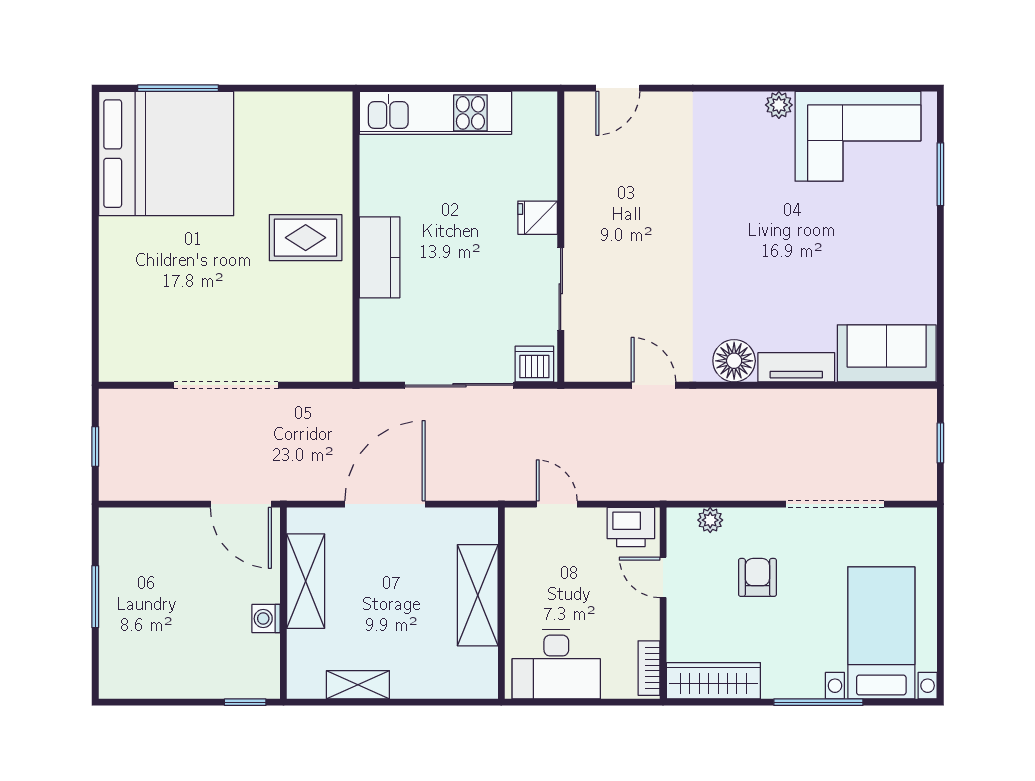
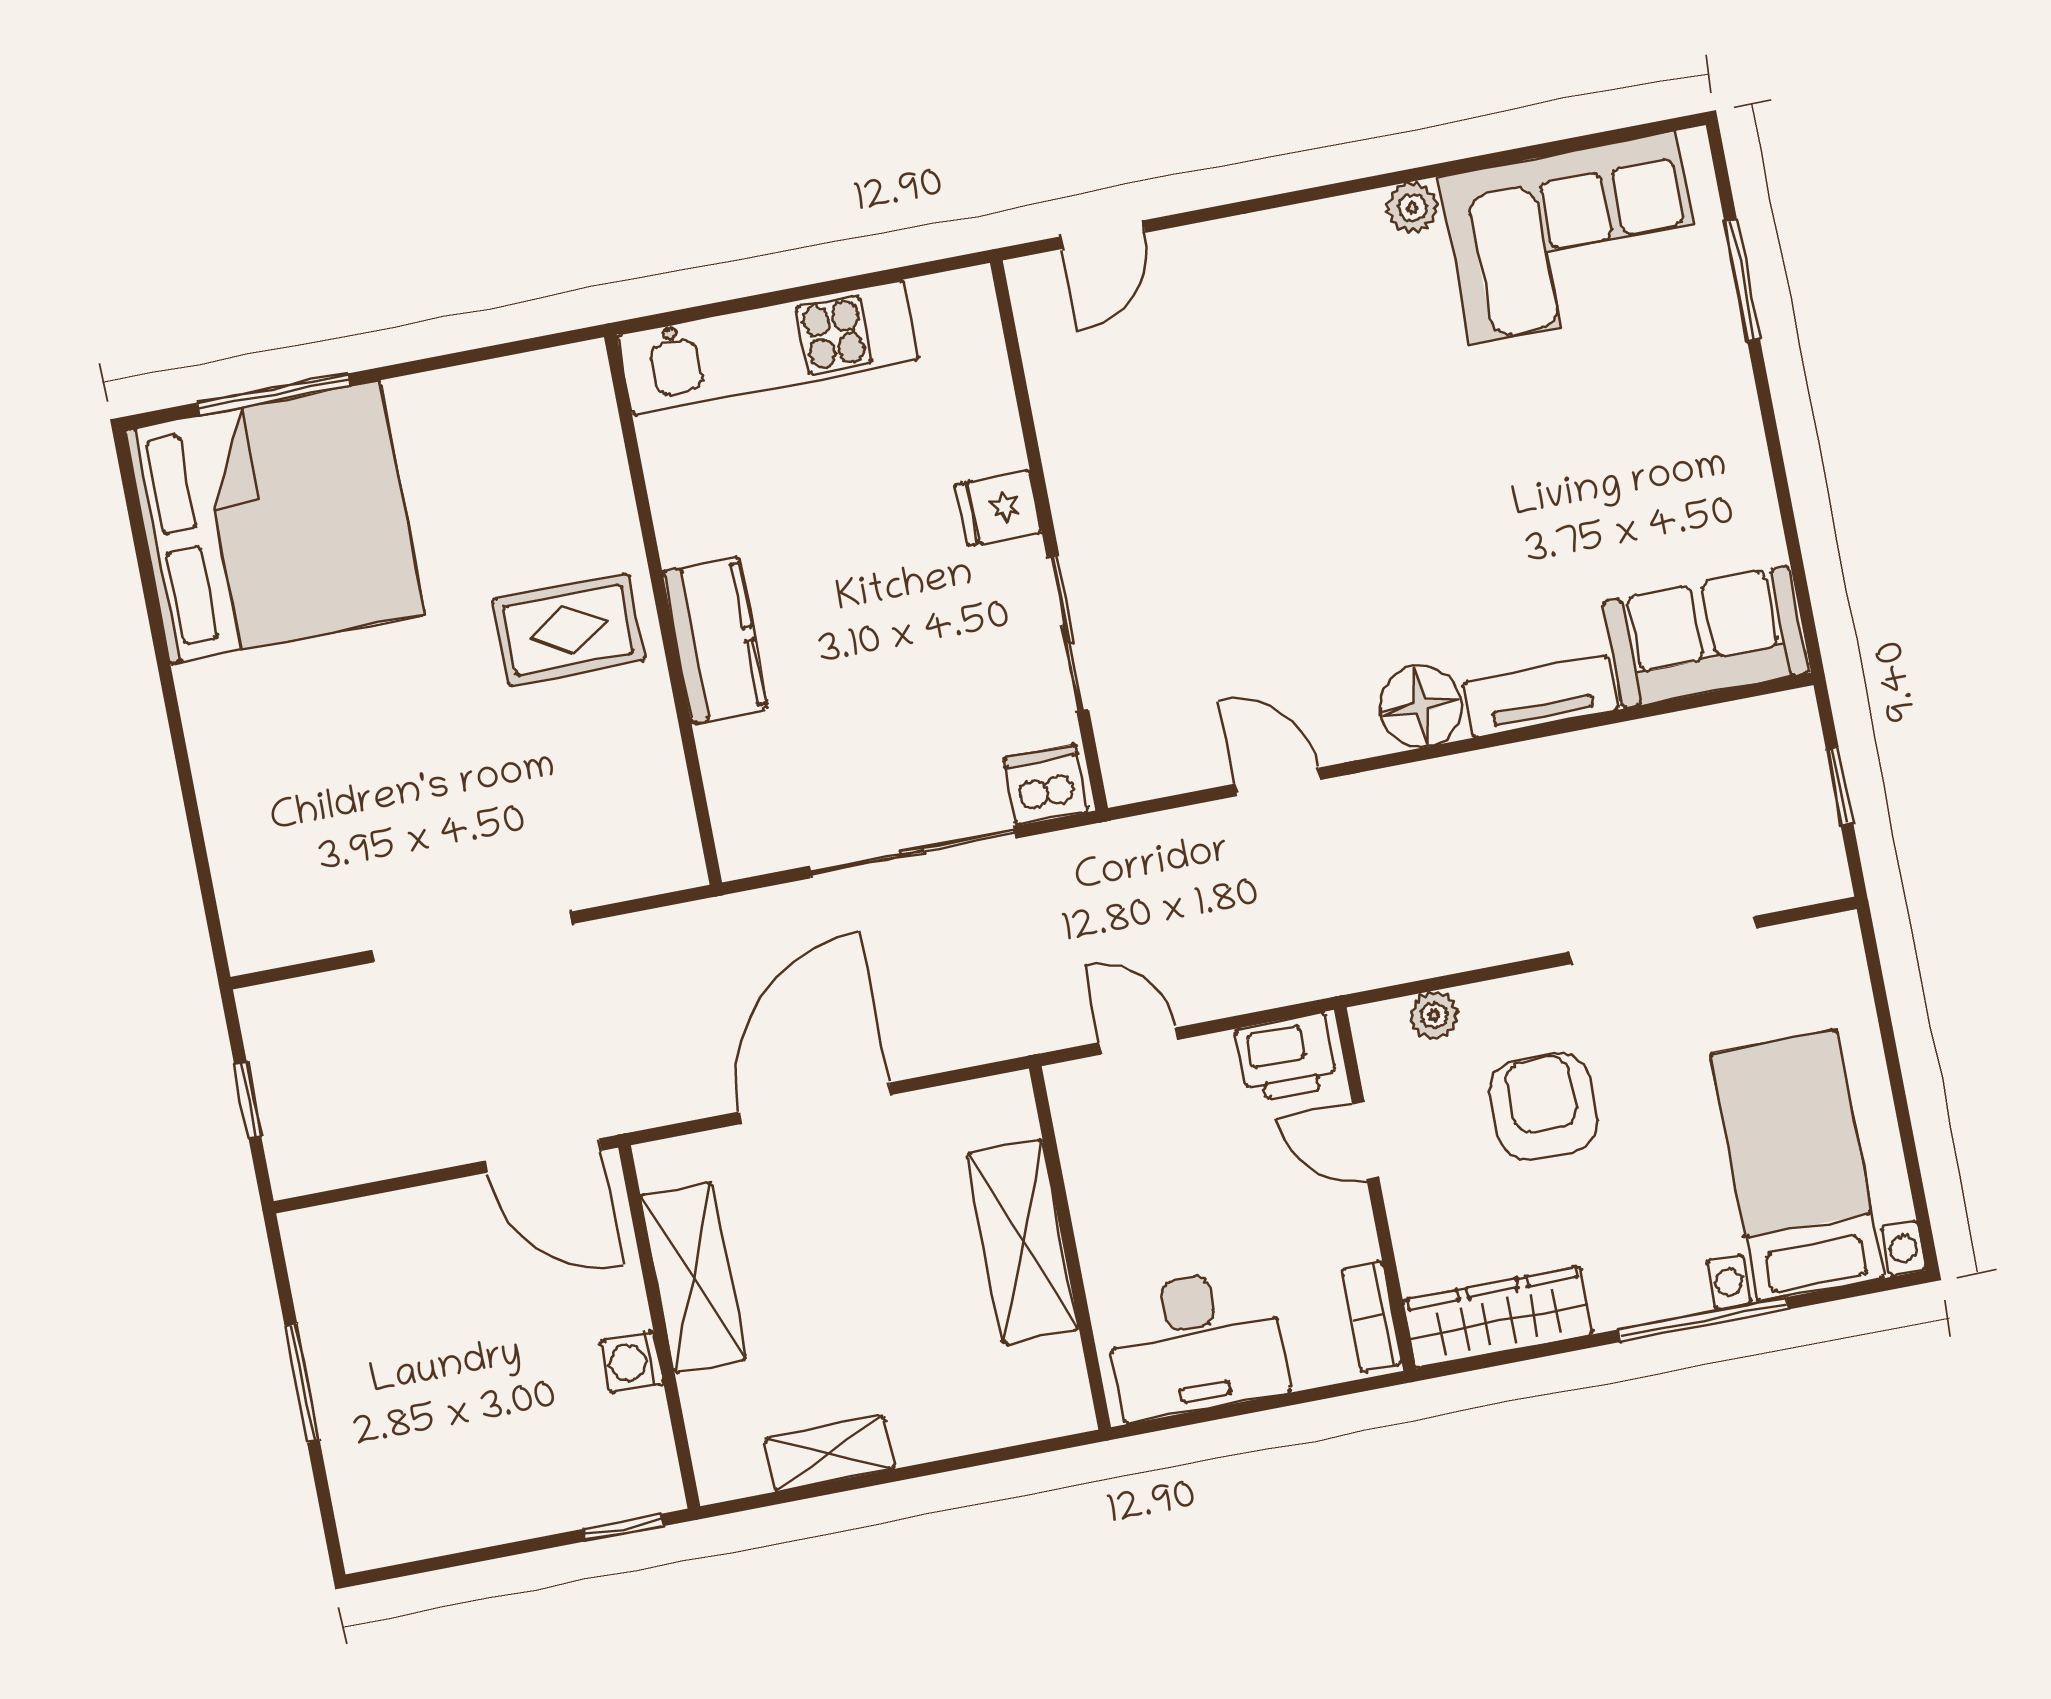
armchair: (757, 577) -> (1544, 1106), width x1.38, depth x1.38

